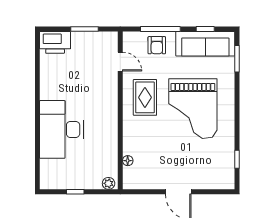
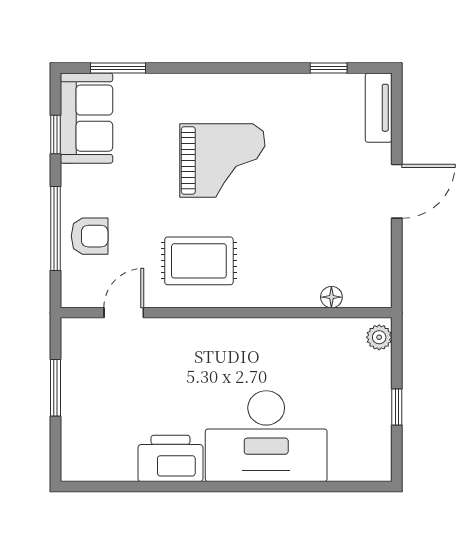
printer: (55, 42) -> (170, 458), moved, turned -90
sofa: (205, 44) -> (87, 118), width x0.73
grand piano: (193, 109) -> (222, 161), width x0.73, depth x0.68
tv unit: (218, 183) -> (379, 108), added

